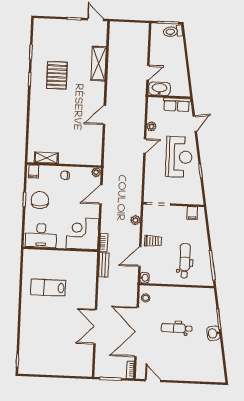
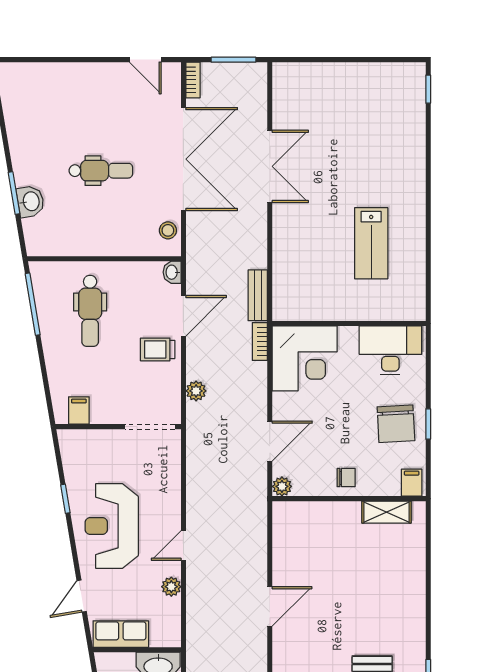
lab bench: (48, 287) -> (371, 243), turned 90
washbasin: (213, 333) -> (31, 201), moved

